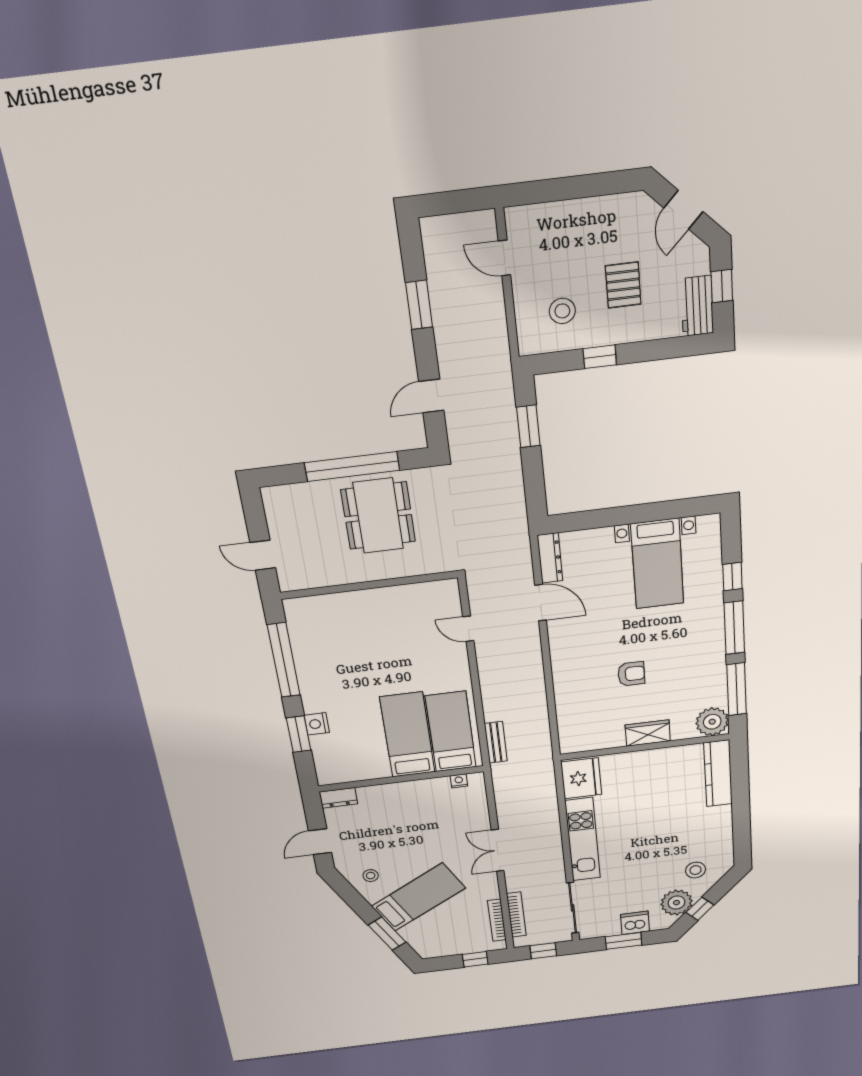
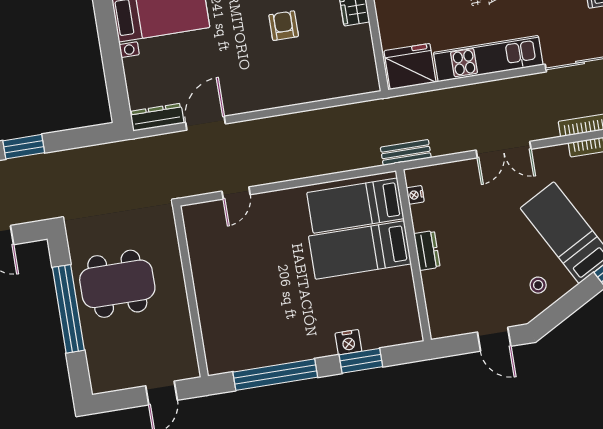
bench: (496, 742) -> (406, 153), moved
dresser: (338, 798) -> (427, 250), moved

